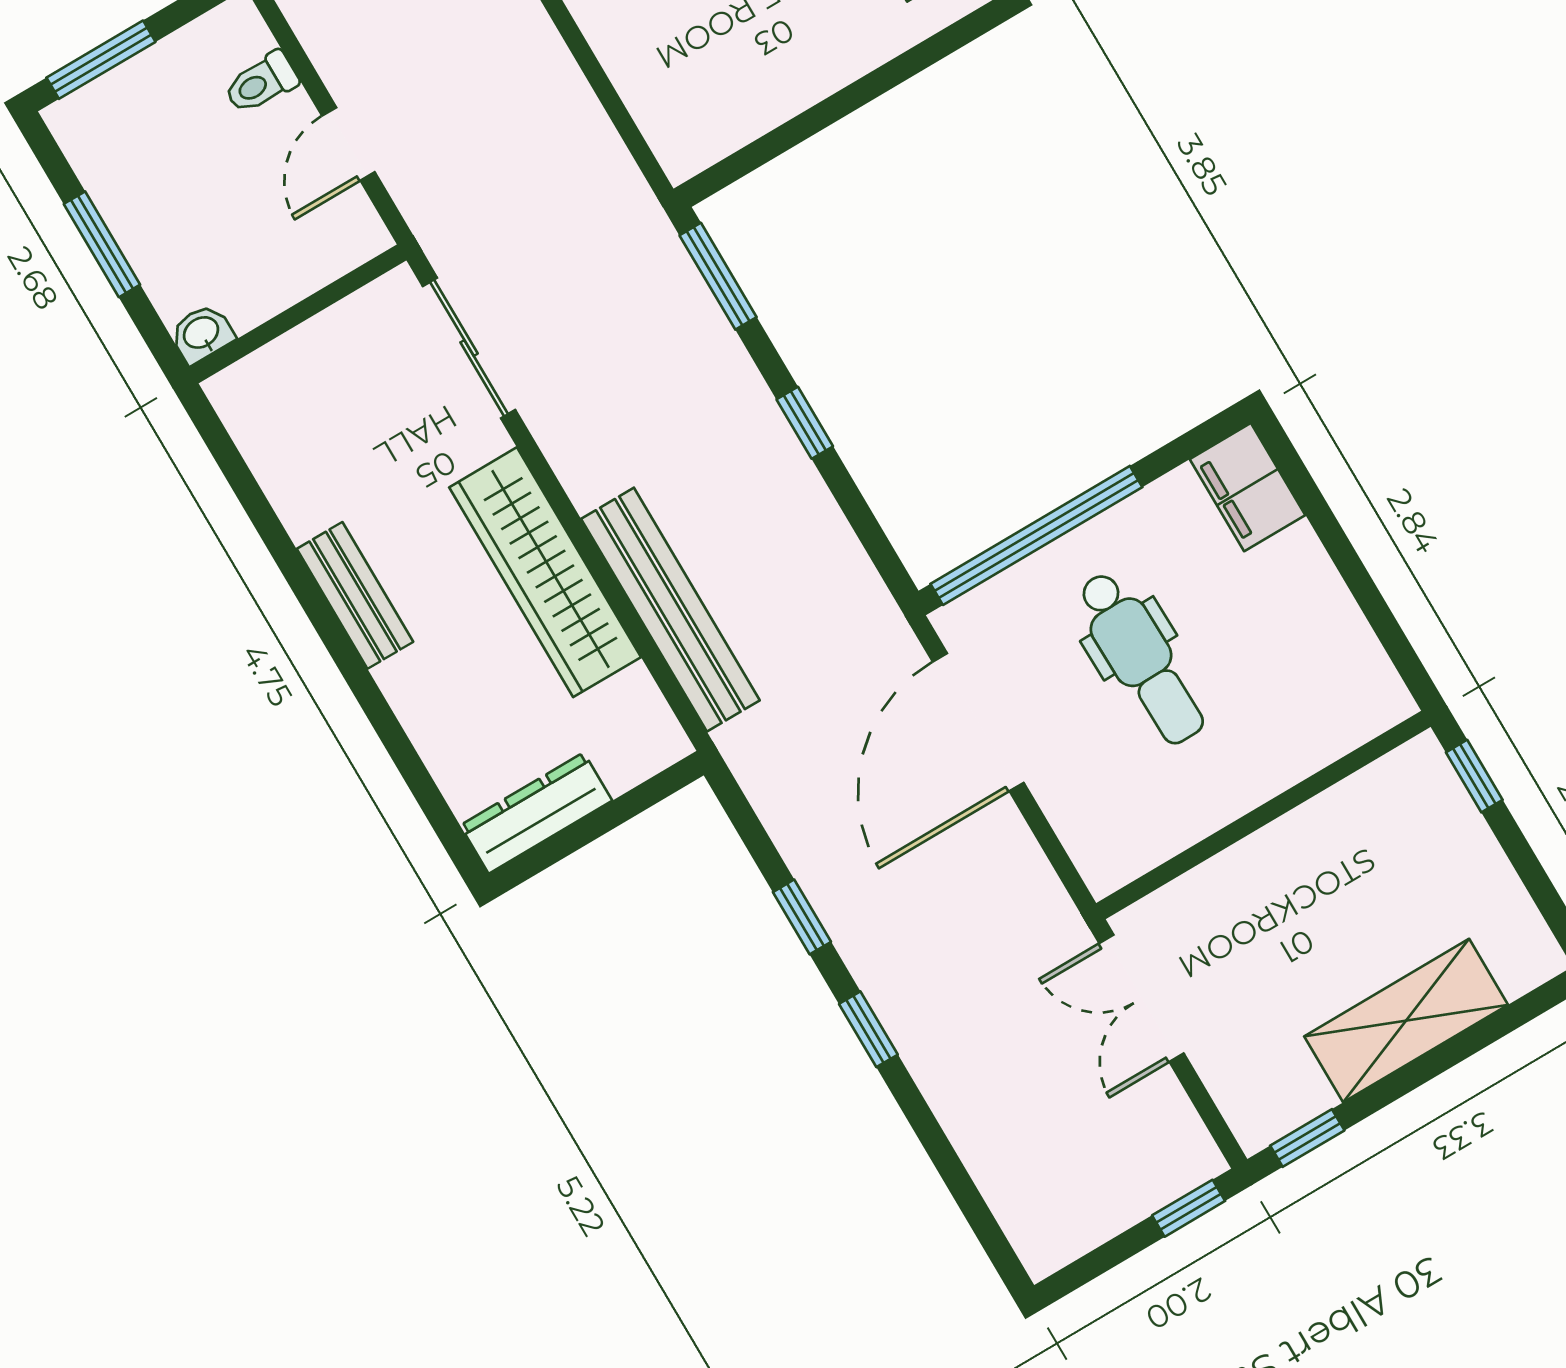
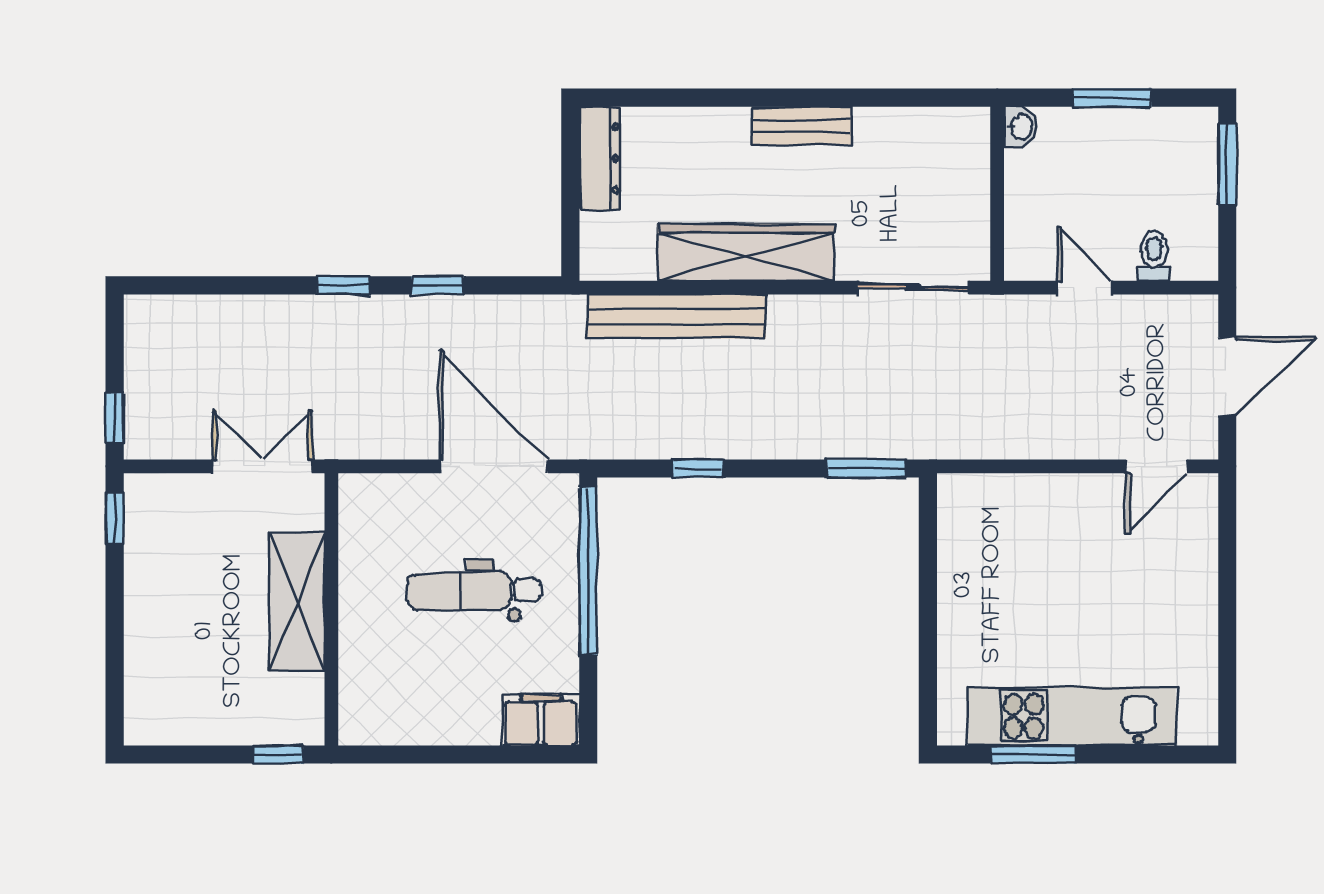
window: (805, 423) -> (698, 469), moved
shelving: (1406, 1021) -> (297, 602), moved

